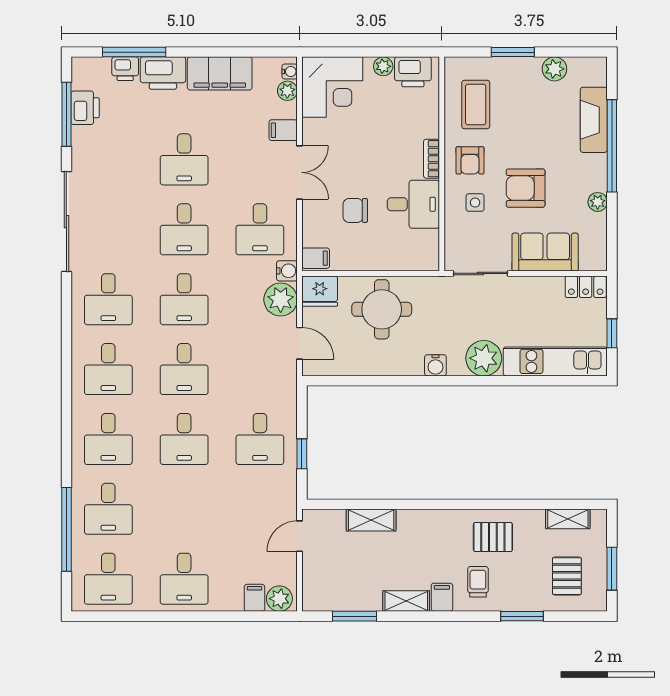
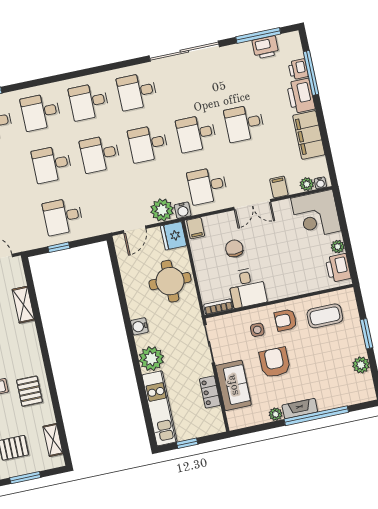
fireplace: (594, 120) -> (300, 409), moved, width x0.73, depth x0.76
bookcase: (432, 159) -> (218, 307), moved
locker: (586, 287) -> (210, 392), moved

